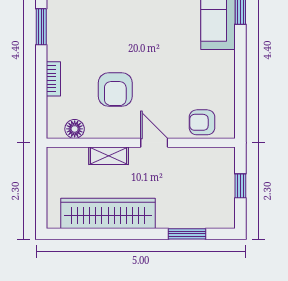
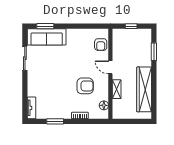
door: (154, 143) -> (110, 67), hinge flipped

